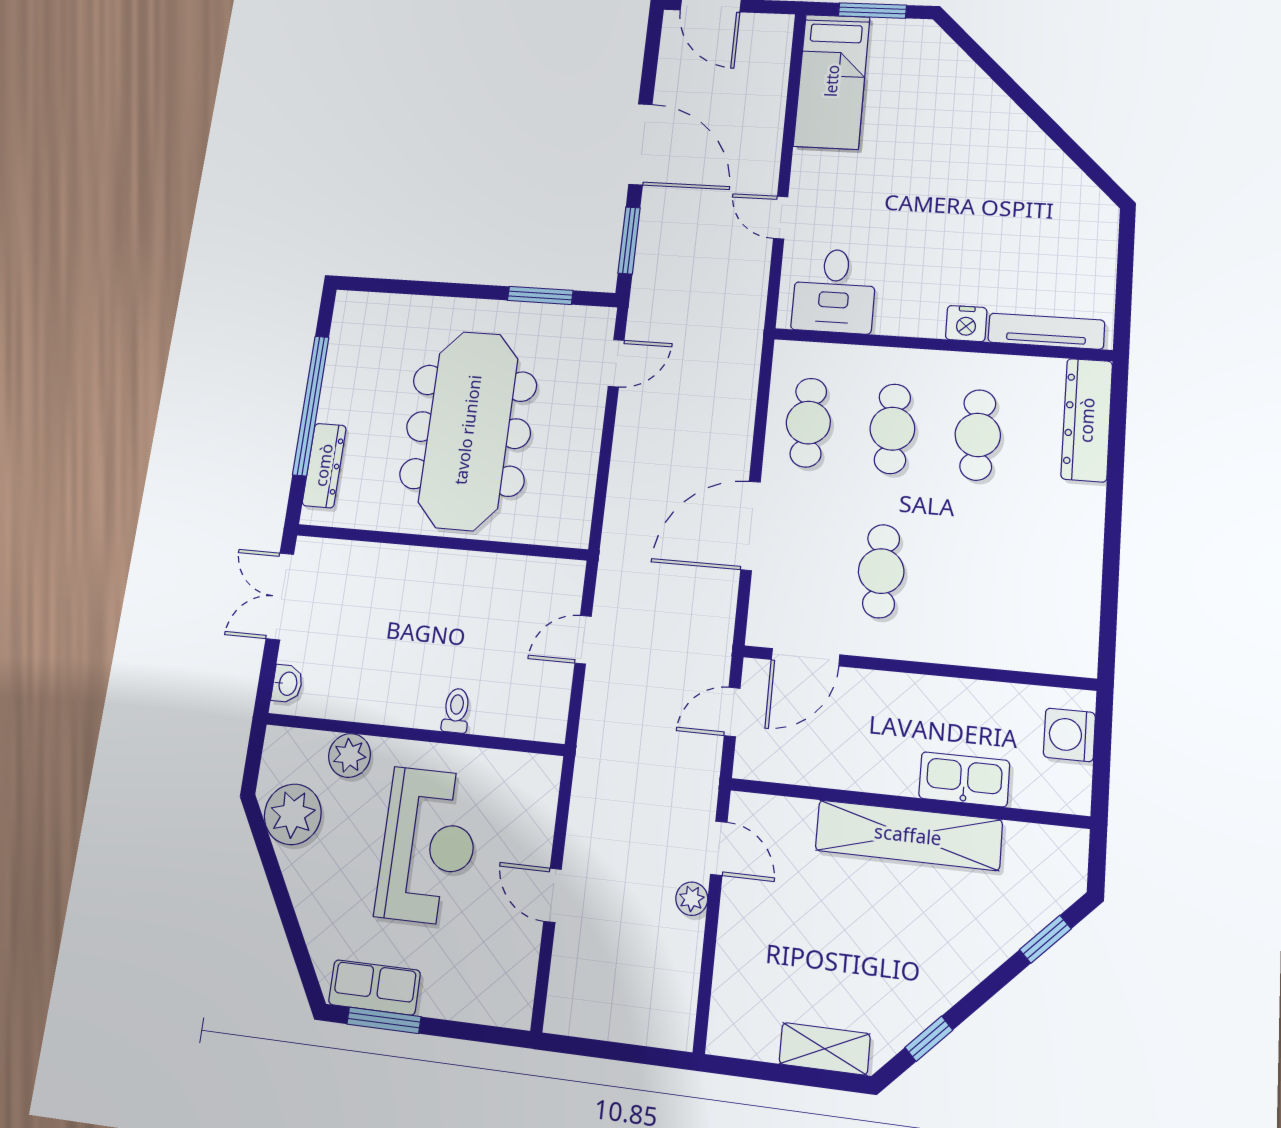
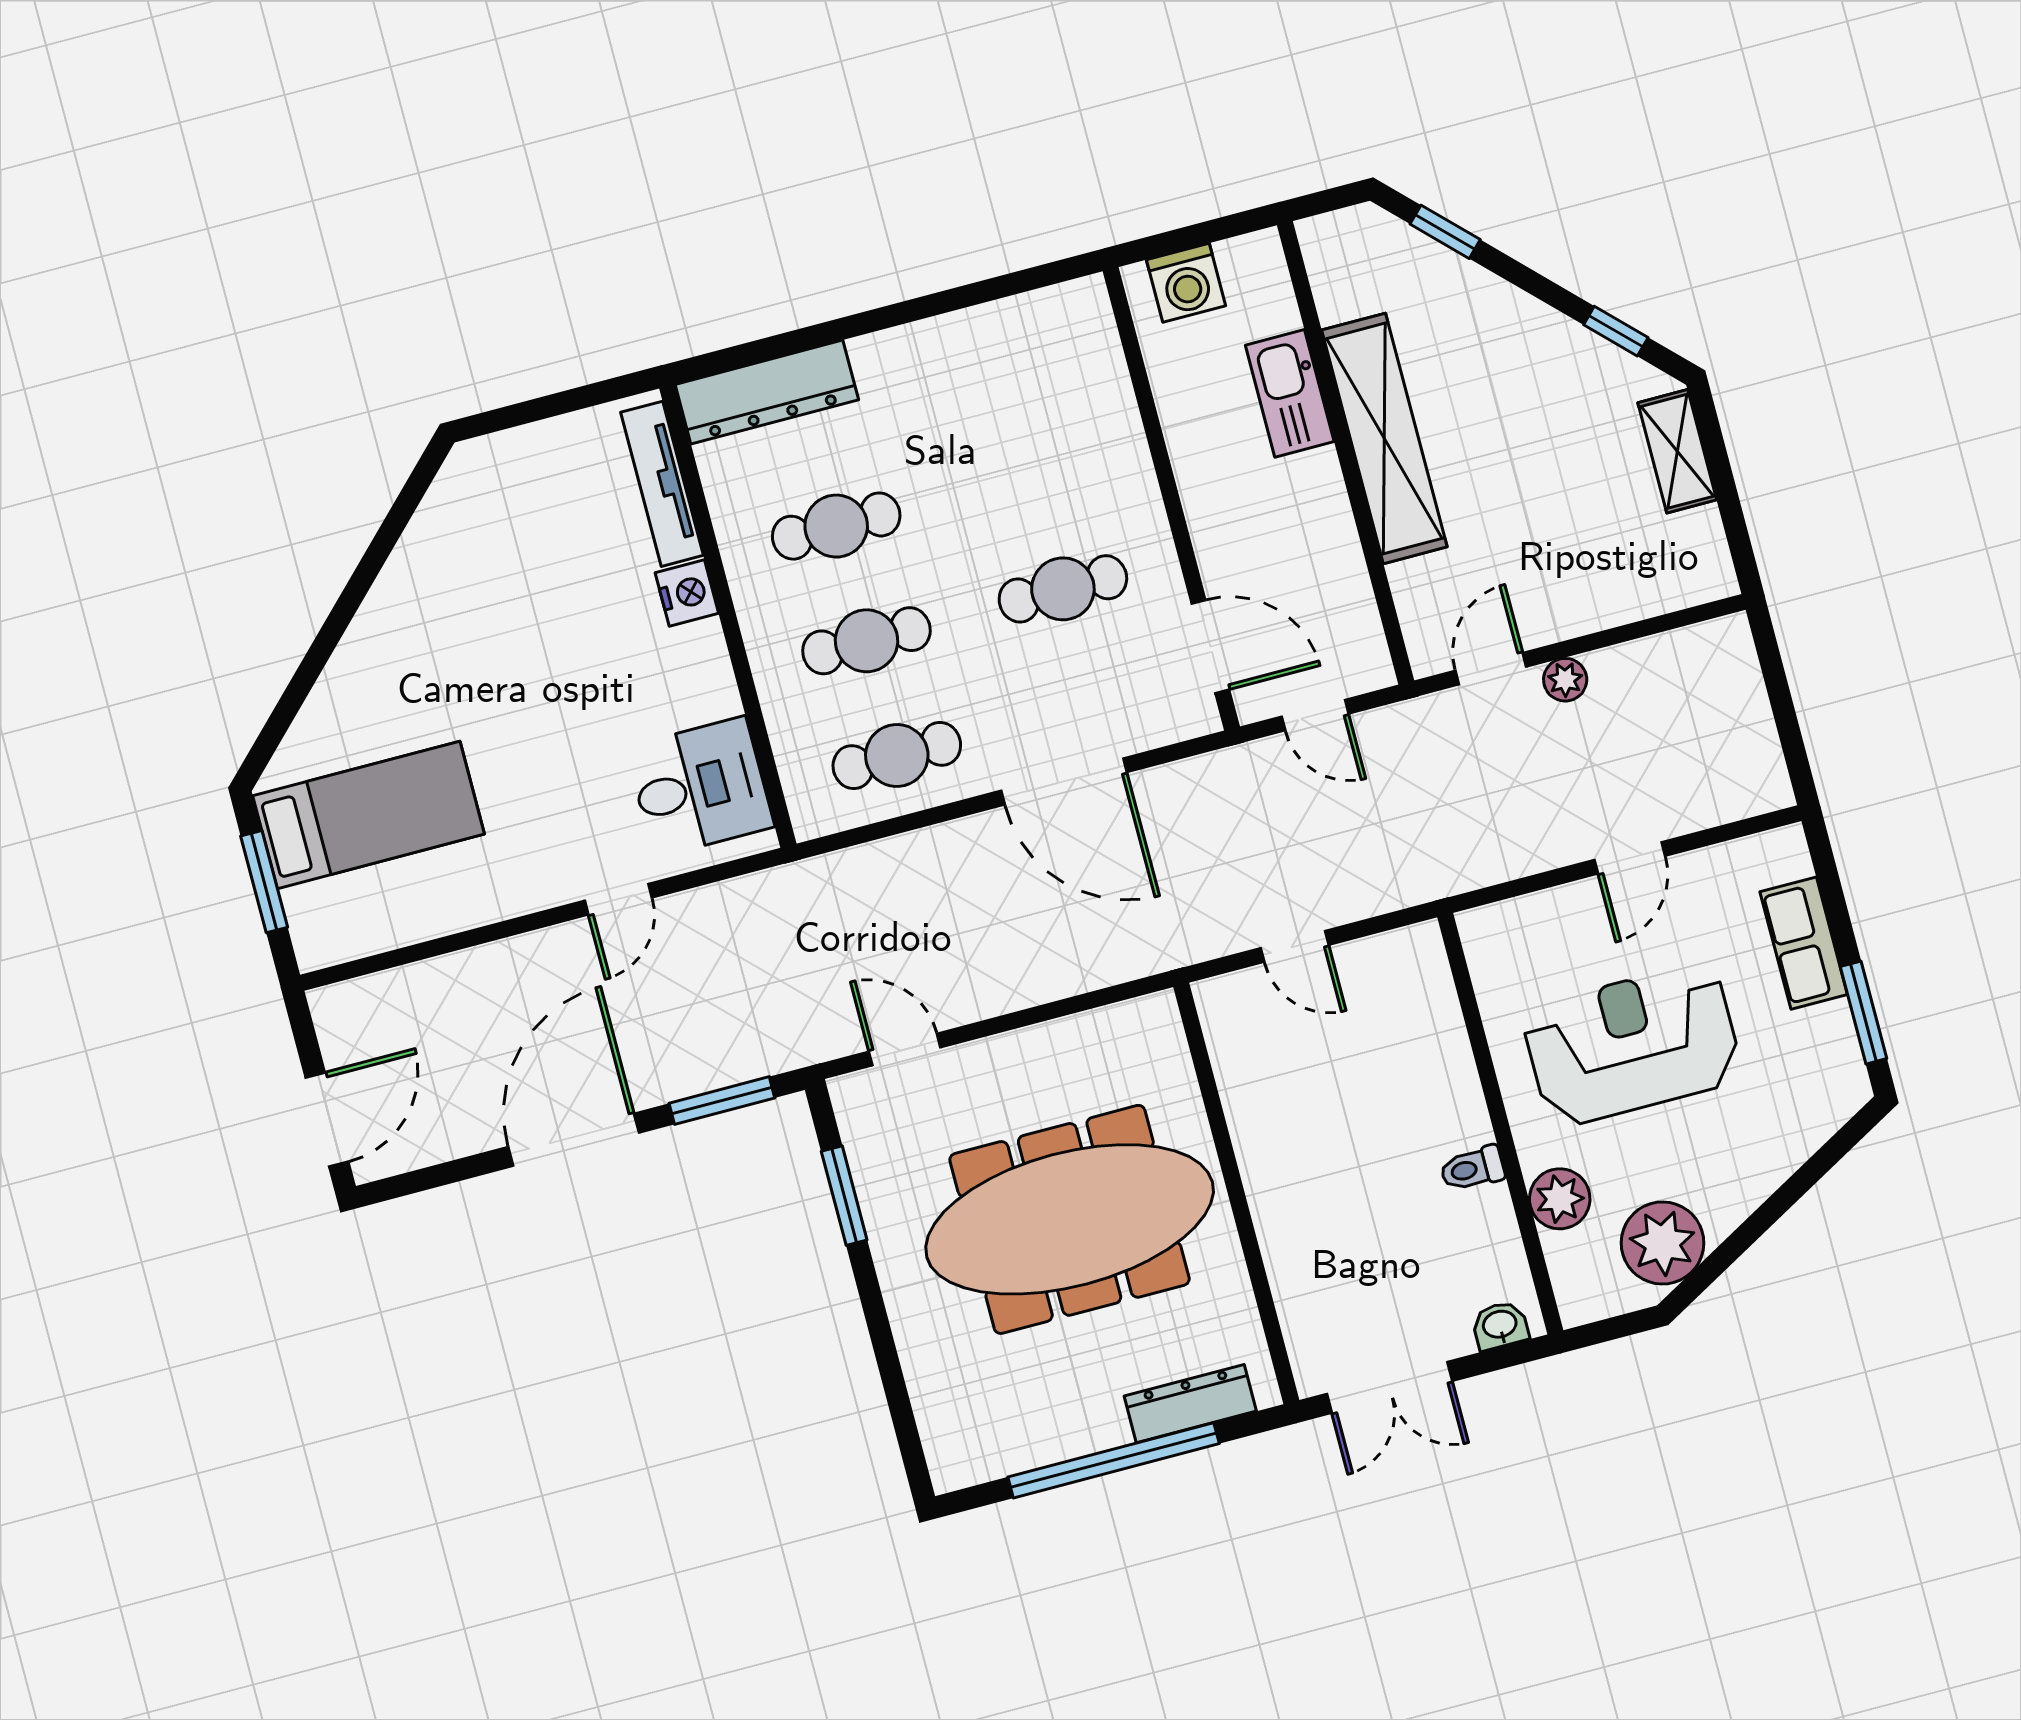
bed: (832, 81) -> (369, 815), moved
toilet: (456, 711) -> (1472, 1169), moved
row of seats: (374, 987) -> (1804, 943), moved

